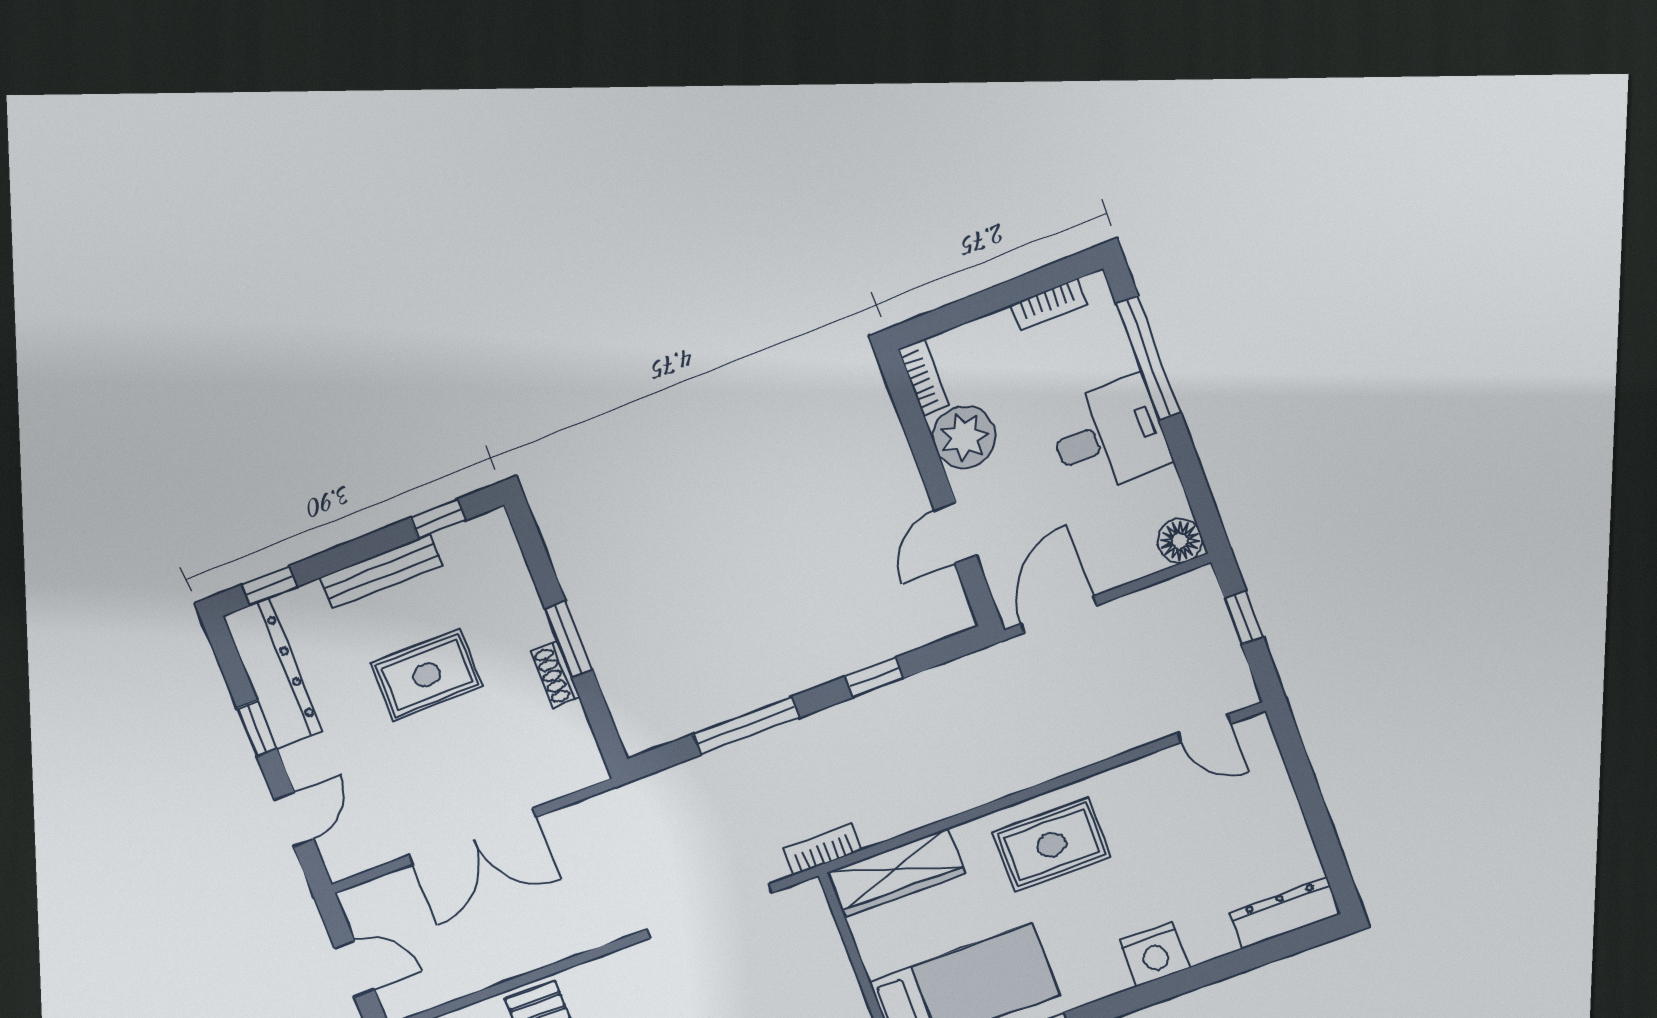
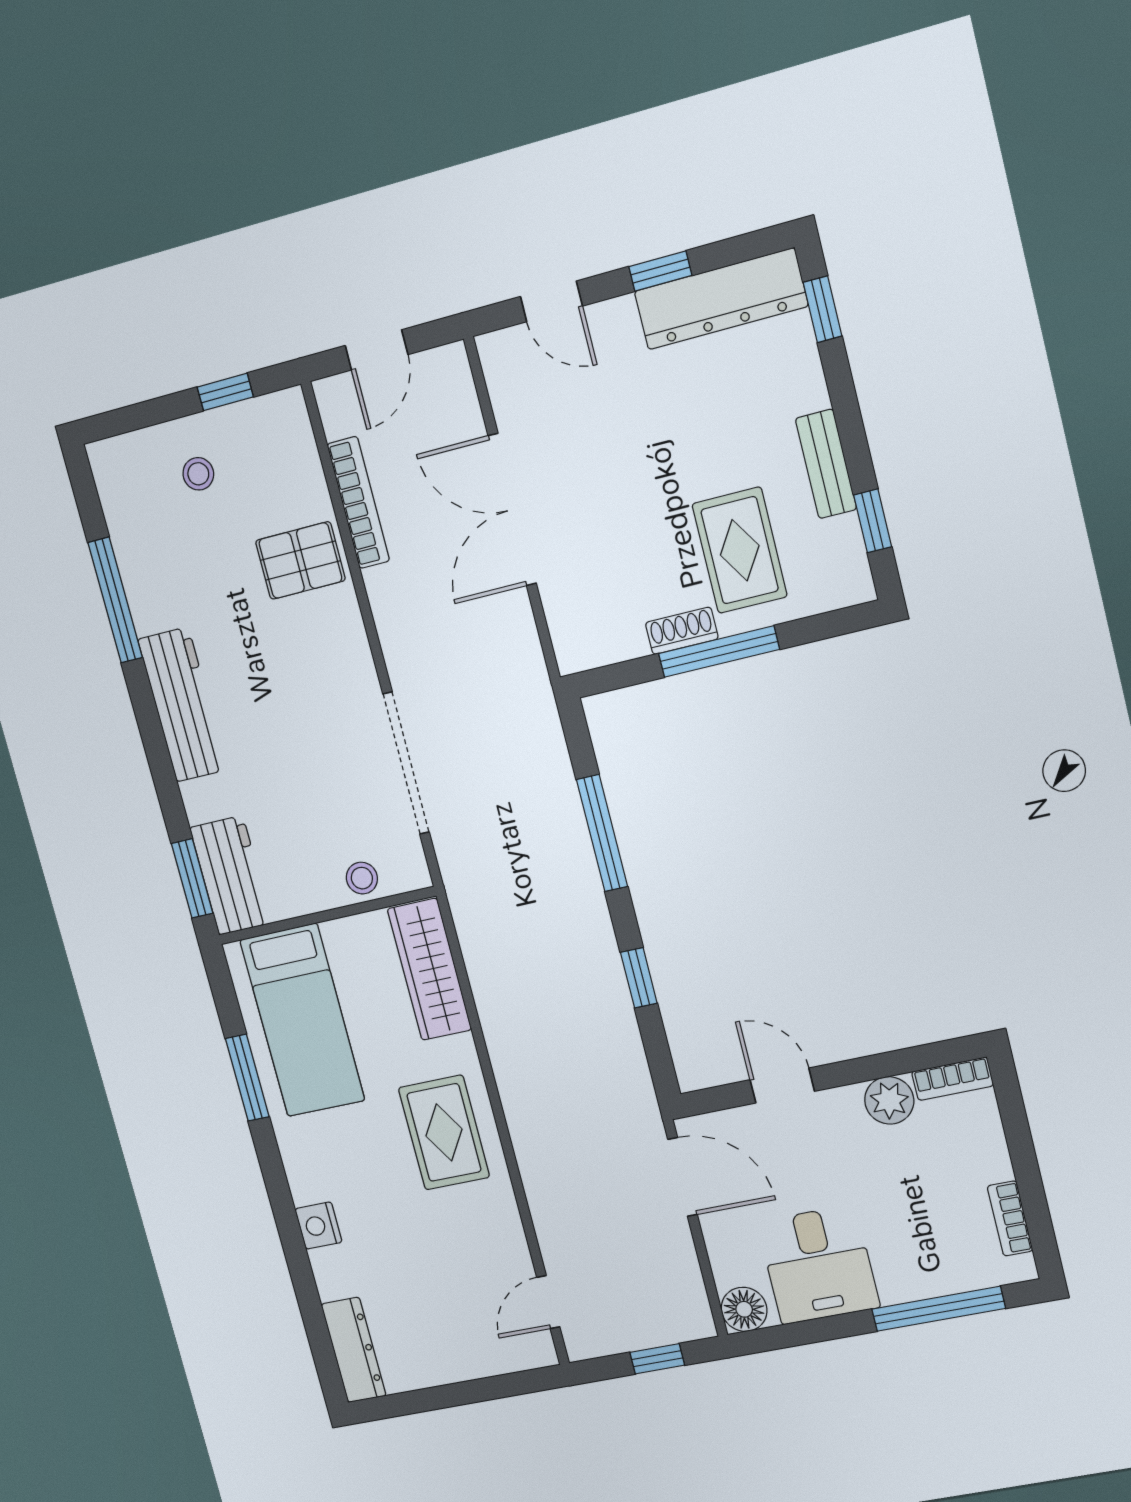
desk: (1109, 436) -> (818, 1265), moved
plant: (964, 437) -> (889, 1100), width x0.73, depth x0.73
bench: (381, 572) -> (826, 464), width x0.73
window: (569, 639) -> (719, 651), width x1.44
rug: (427, 675) -> (740, 550), moved
bookcase: (822, 849) -> (358, 503), moved, width x1.56
stool: (821, 943) -> (362, 878), added
nightstand: (1155, 954) -> (318, 1226), width x0.74, depth x0.75

